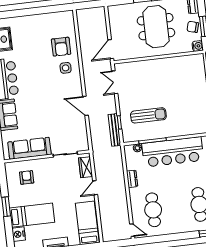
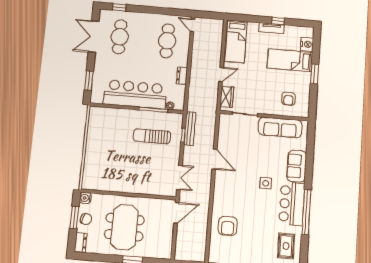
armchair: (61, 47) -> (228, 226), turned 180
side table: (66, 68) -> (266, 183), moved

